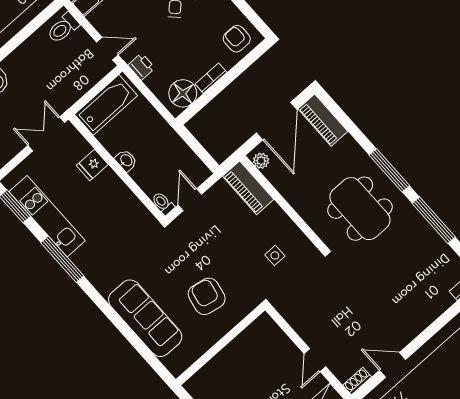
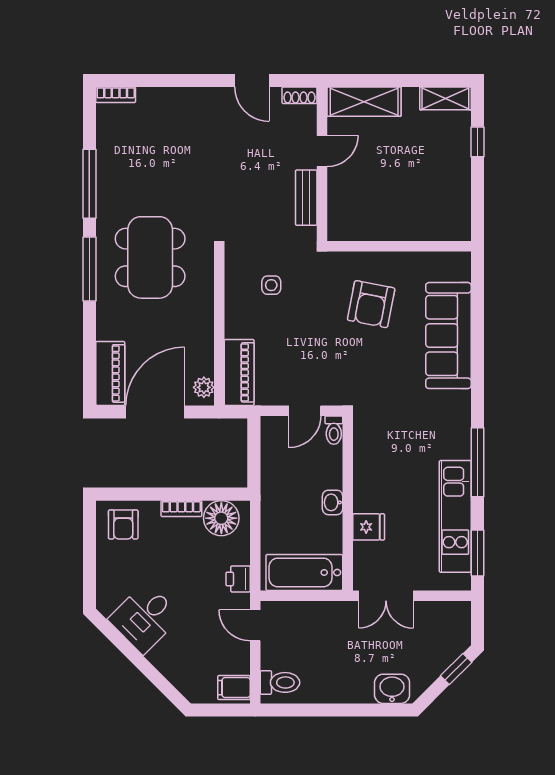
bench: (300, 325) -> (306, 198), added

